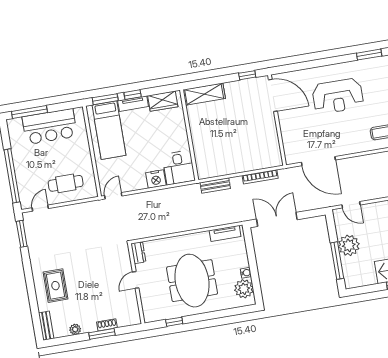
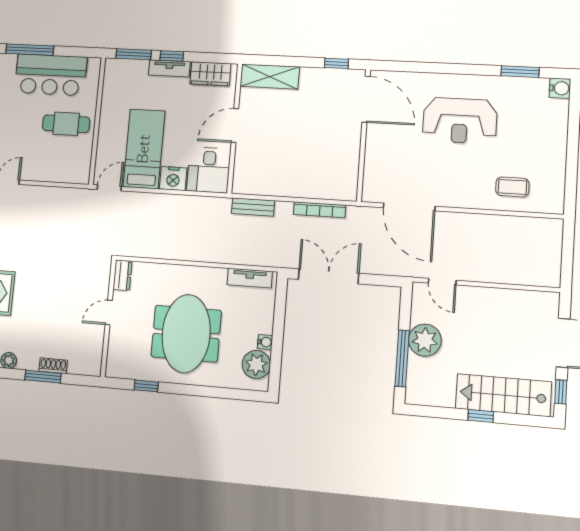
bed: (109, 130) -> (144, 149), moved, turned 180
door: (189, 133) -> (235, 126), added
cafe table: (66, 183) -> (66, 124), moved

